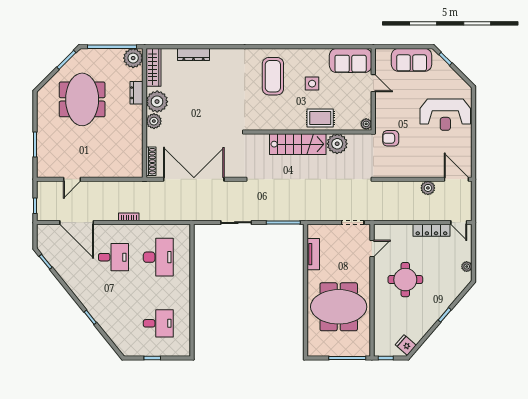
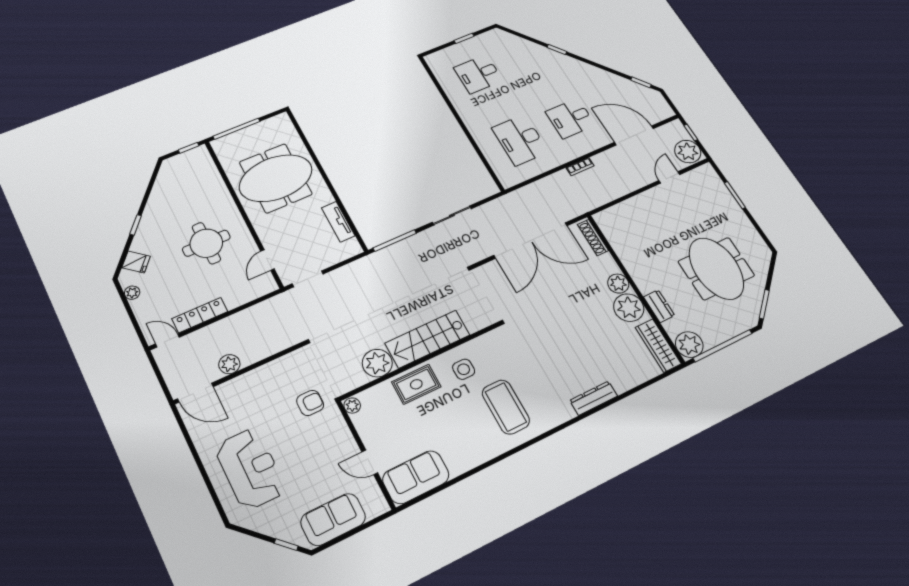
dresser: (194, 54) -> (594, 398), moved
side table: (312, 84) -> (464, 369), moved
reception desk: (445, 115) -> (250, 469), turned 90
plant: (47, 192) -> (688, 152), added
fridge: (406, 345) -> (136, 262), moved

